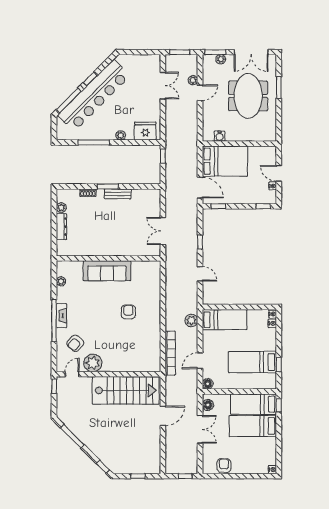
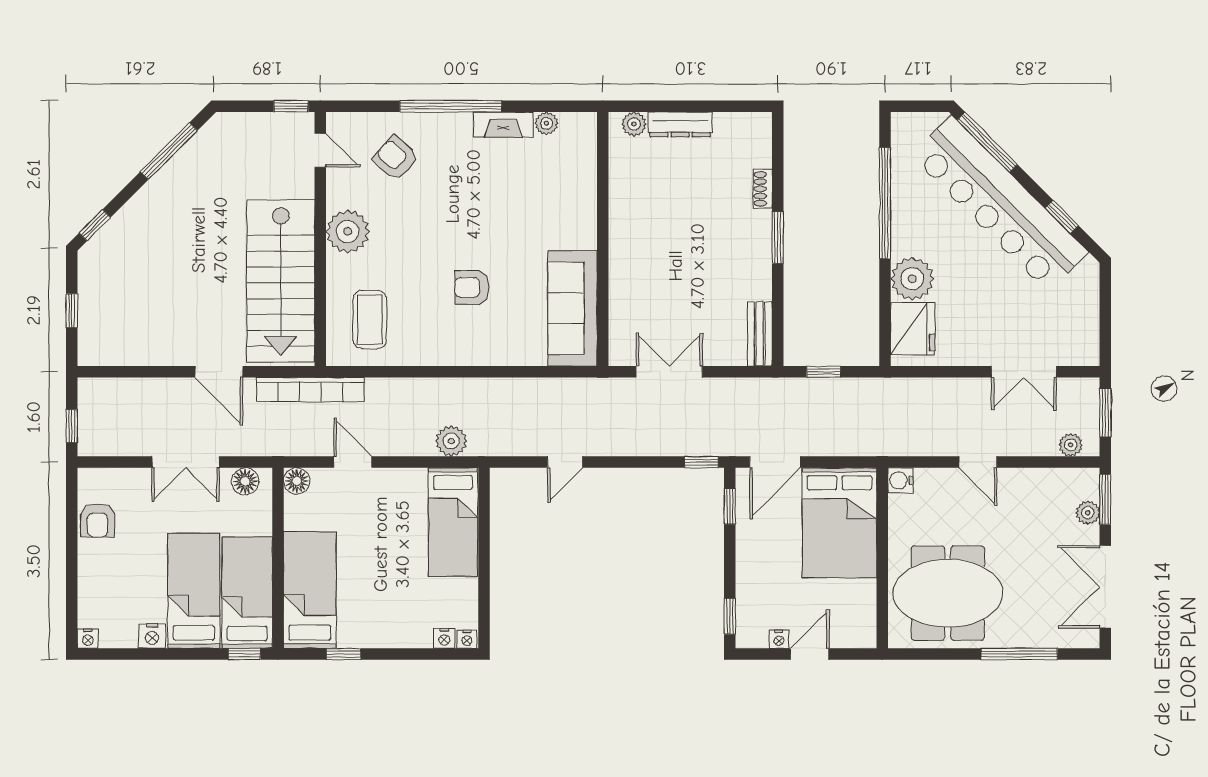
window: (90, 79) -> (1062, 217), moved
plant: (193, 80) -> (1071, 445), moved
window: (279, 87) -> (1019, 654), width x1.44
door: (200, 93) -> (978, 462), moved
meeting table: (248, 96) -> (948, 593), moved
plant: (121, 135) -> (912, 279), width x1.88, depth x1.88
water cooler: (220, 136) -> (901, 480), moved
window: (94, 142) -> (885, 203), width x1.46
window: (163, 156) -> (824, 372), moved
bench: (118, 194) -> (760, 334), moved
plant: (61, 208) -> (634, 124), moved
window: (200, 242) -> (701, 462), moved
sofa: (107, 271) -> (572, 308), moved
armchair: (128, 312) -> (472, 288), turned 180
fireplace: (62, 316) -> (503, 125), moved
bookcase: (170, 353) -> (310, 390), moved
coffee table: (141, 354) -> (370, 319), added
bed: (252, 362) -> (310, 590), moved
plant: (93, 363) -> (348, 231), moved
nightstand: (271, 443) -> (152, 636), added
armchair: (224, 466) -> (98, 520), turned 90

